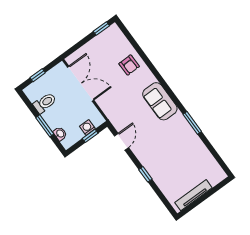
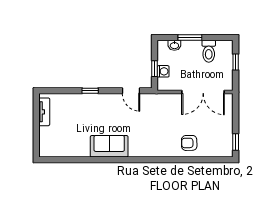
sofa: (160, 101) -> (109, 146), moved
window: (192, 123) -> (104, 160), removed
tv unit: (193, 195) -> (44, 112), width x0.71

